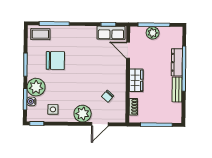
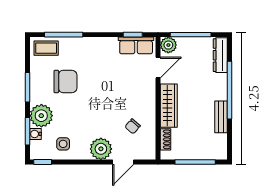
plant: (153, 33) -> (168, 45), moved
door: (128, 50) -> (158, 67), swing flipped
dresser: (177, 62) -> (220, 55), moved
wardrobe: (136, 80) -> (169, 106), width x1.50

